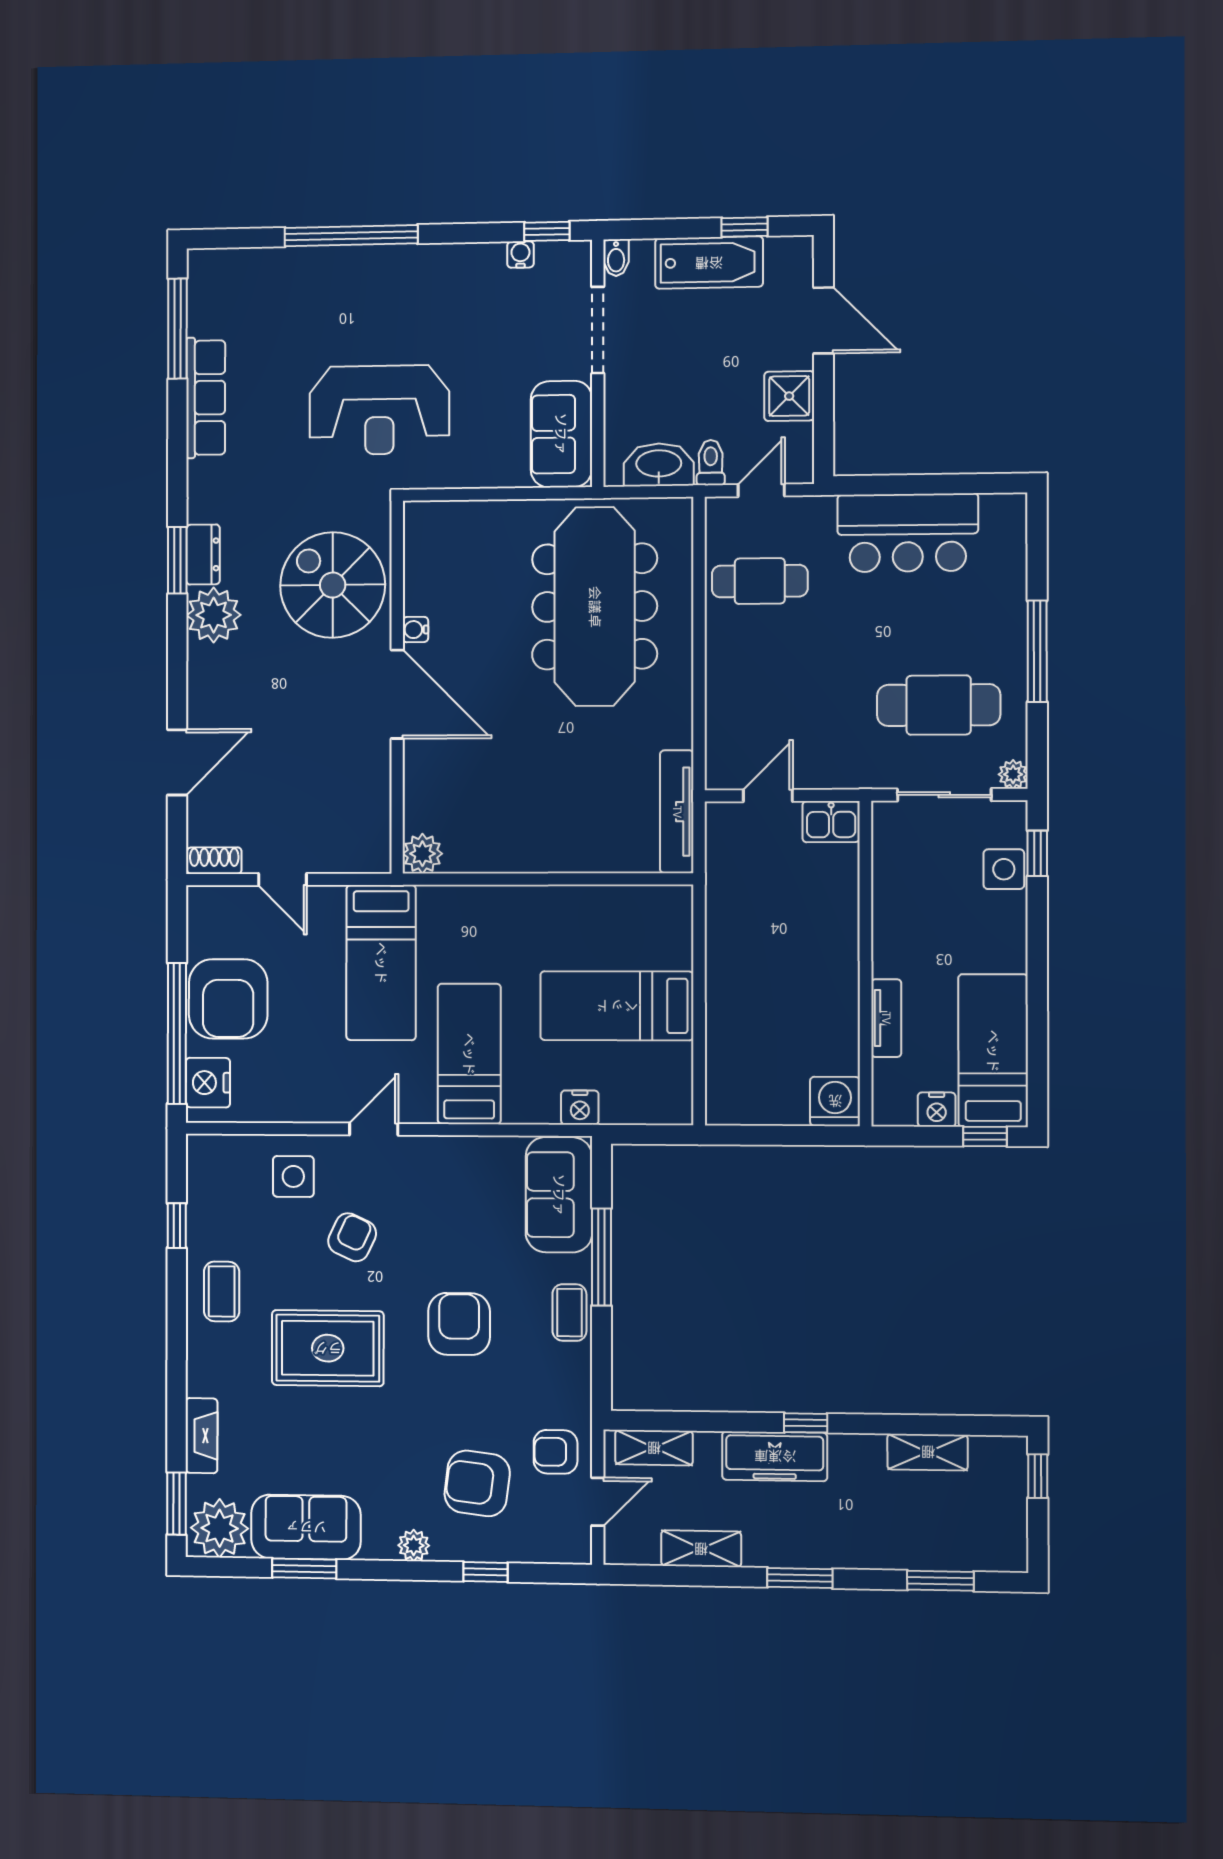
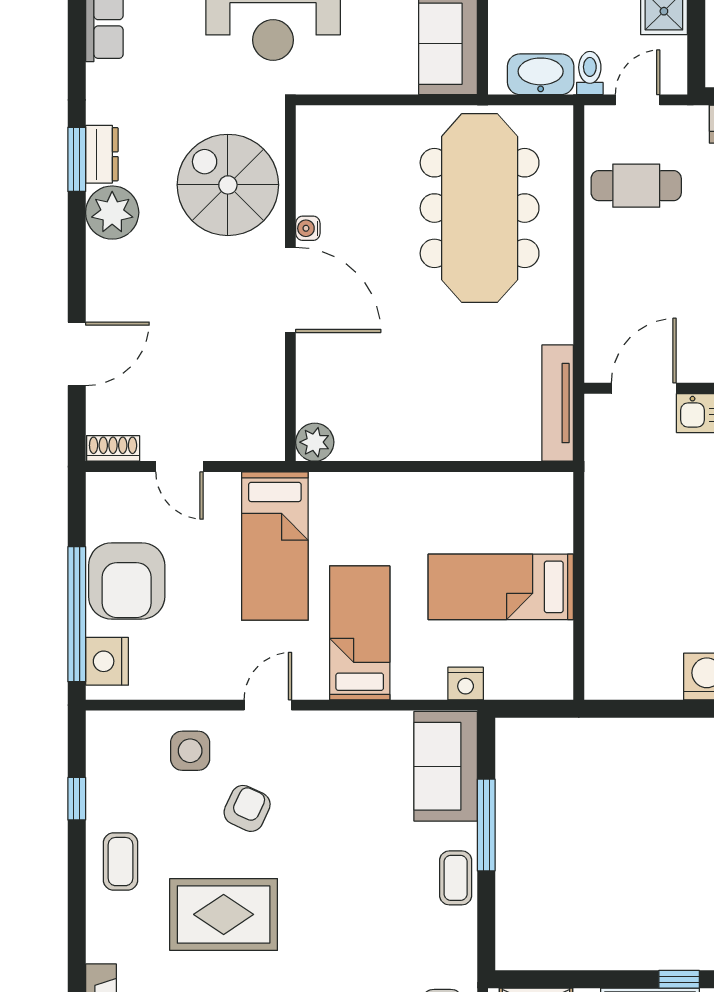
door: (768, 796) -> (644, 388), width x1.38
armchair: (459, 1324) -> (350, 890), removed

